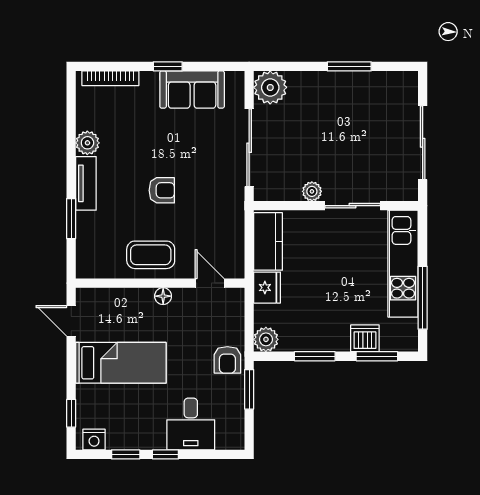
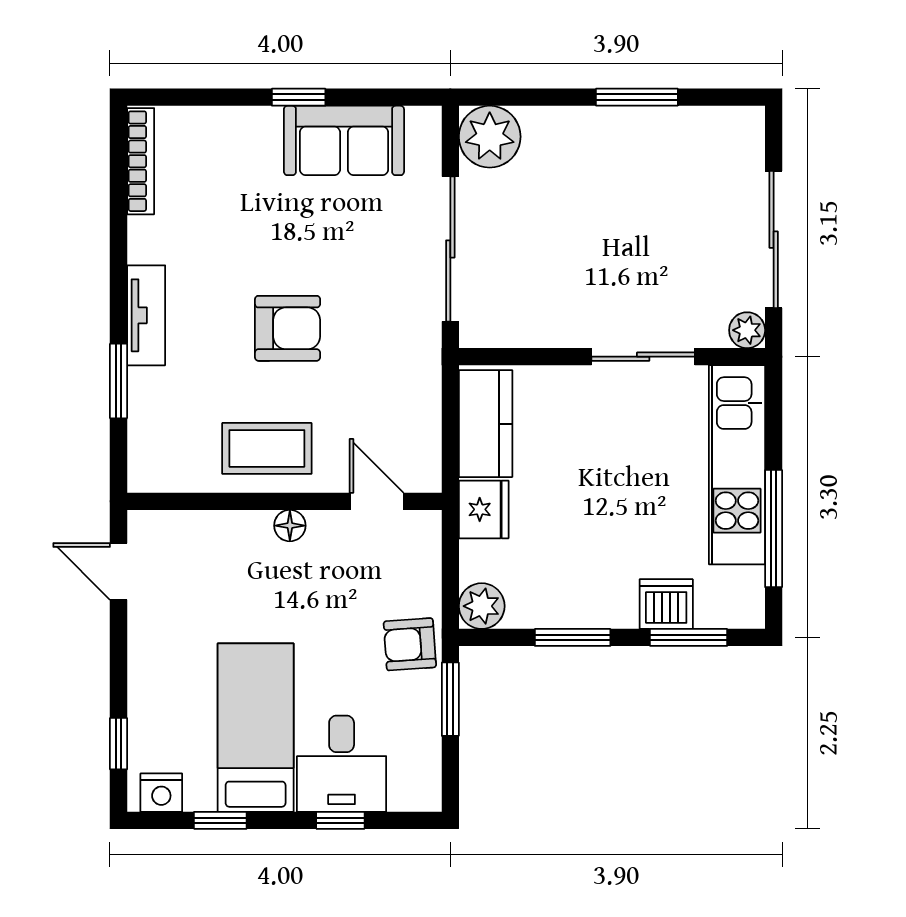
bookcase: (110, 78) -> (141, 161), moved, turned -90
plant: (87, 143) -> (149, 240), removed
armchair: (162, 190) -> (288, 328), width x1.38, depth x1.38
plant: (312, 191) -> (747, 330), moved
armchair: (227, 360) -> (410, 644), turned 86
bed: (121, 363) -> (256, 728), moved, turned -90
window: (165, 454) -> (340, 820), moved

